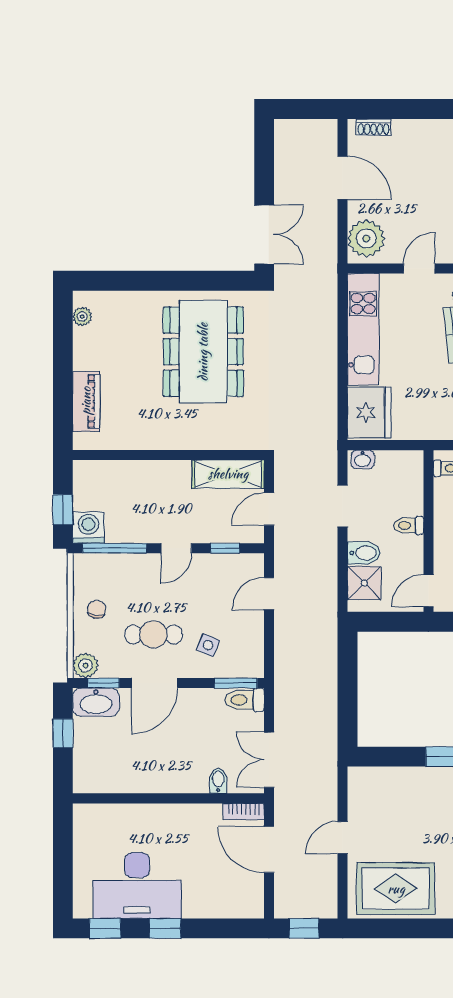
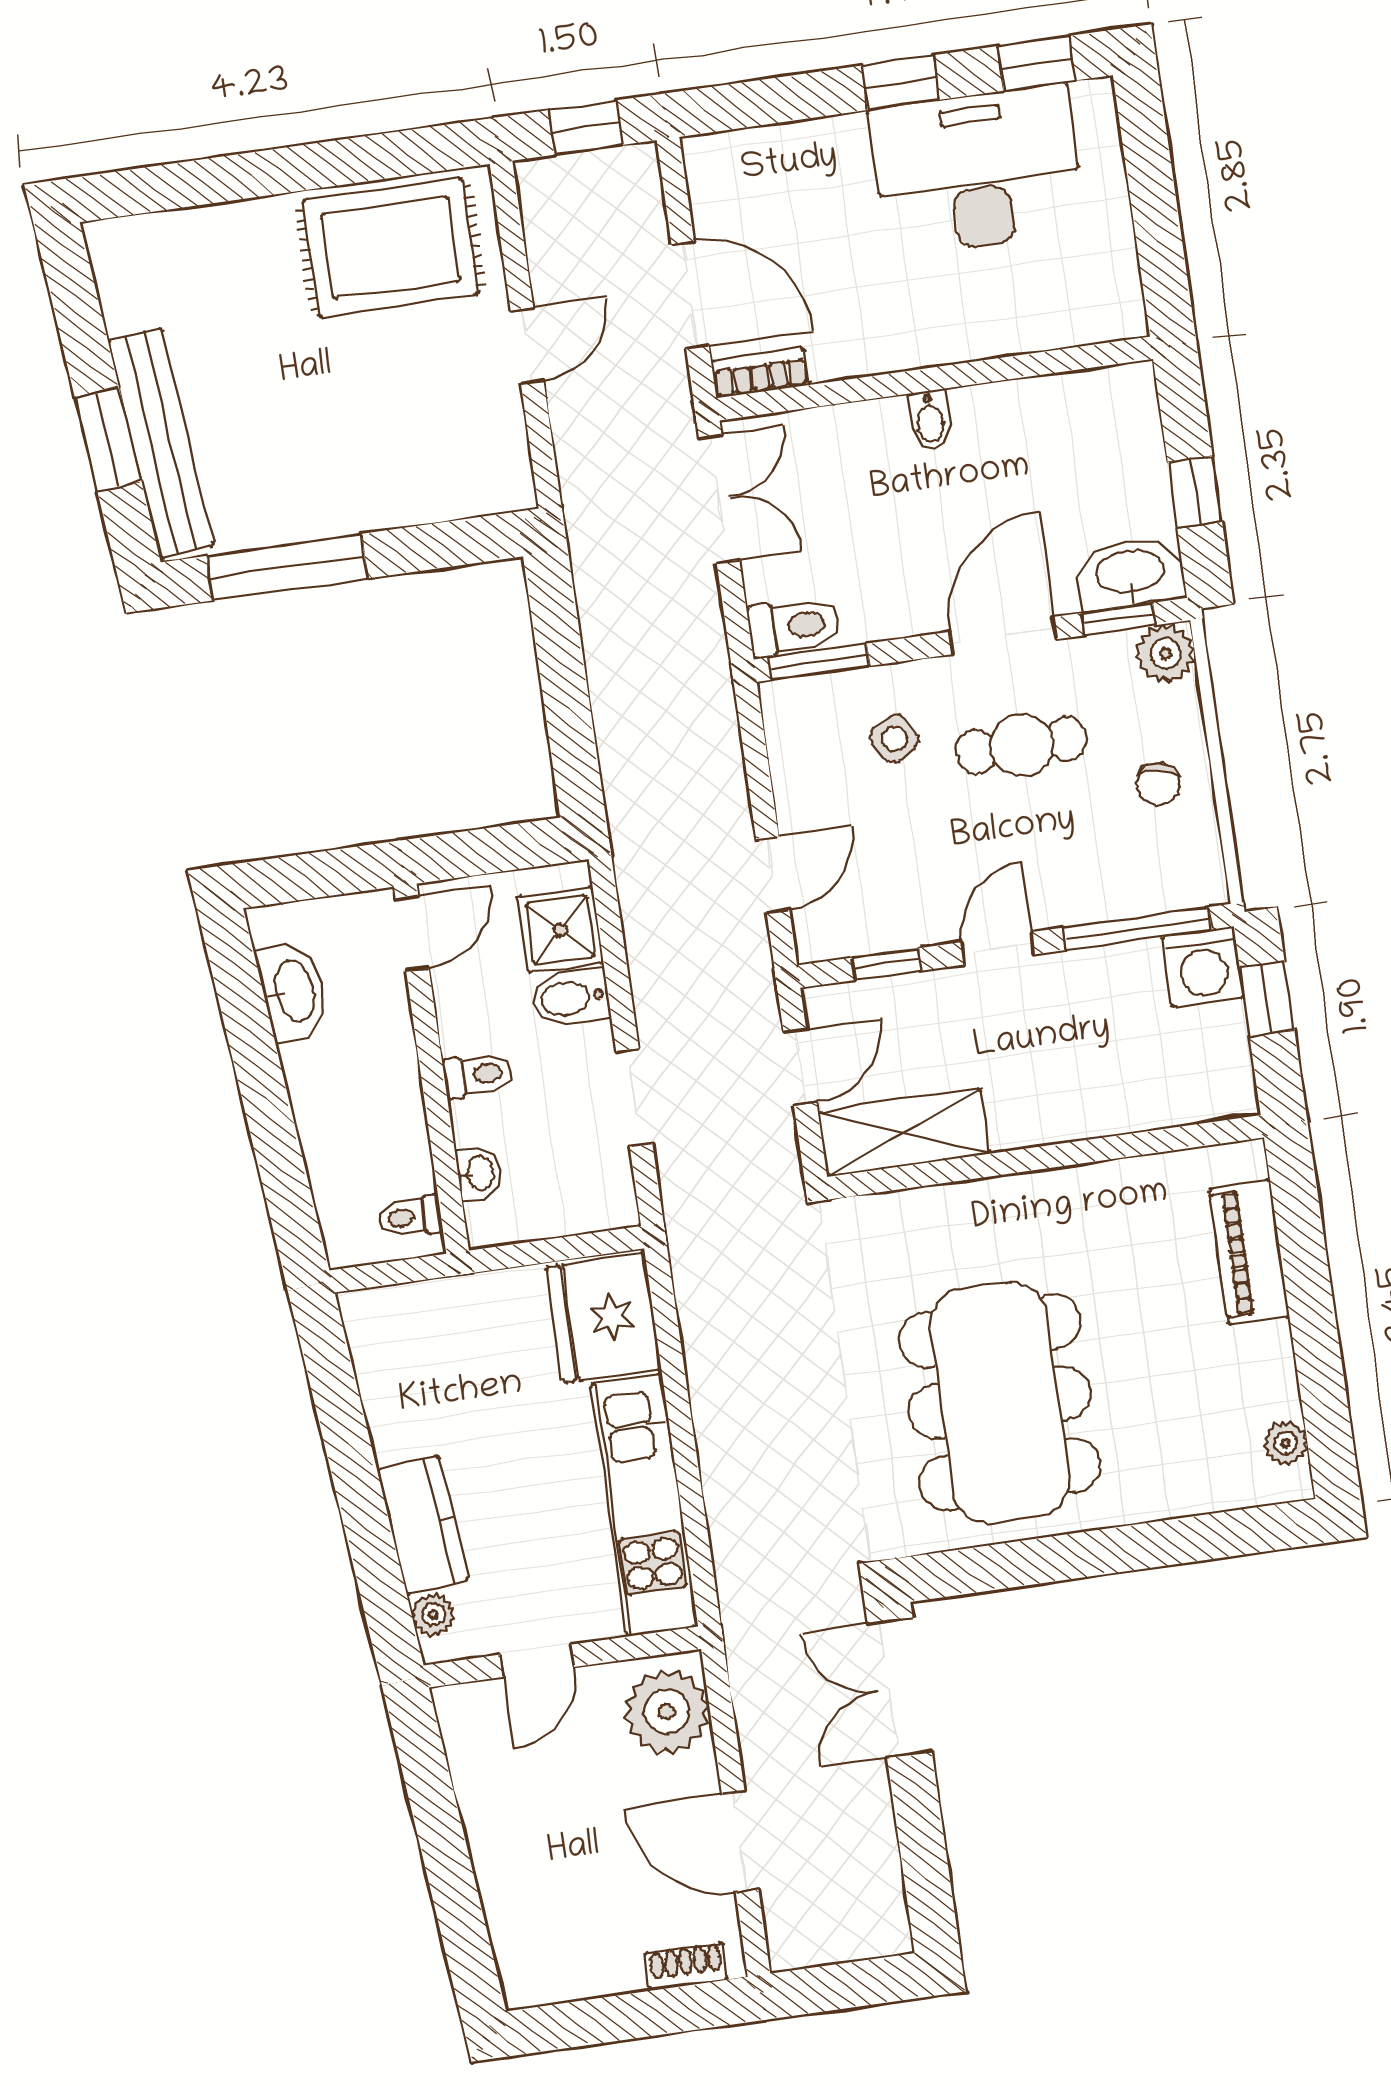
washbasin: (363, 459) -> (479, 1173), moved, turned 90
side table: (208, 645) -> (894, 739), turned 38
bidet: (218, 781) -> (930, 420), moved

